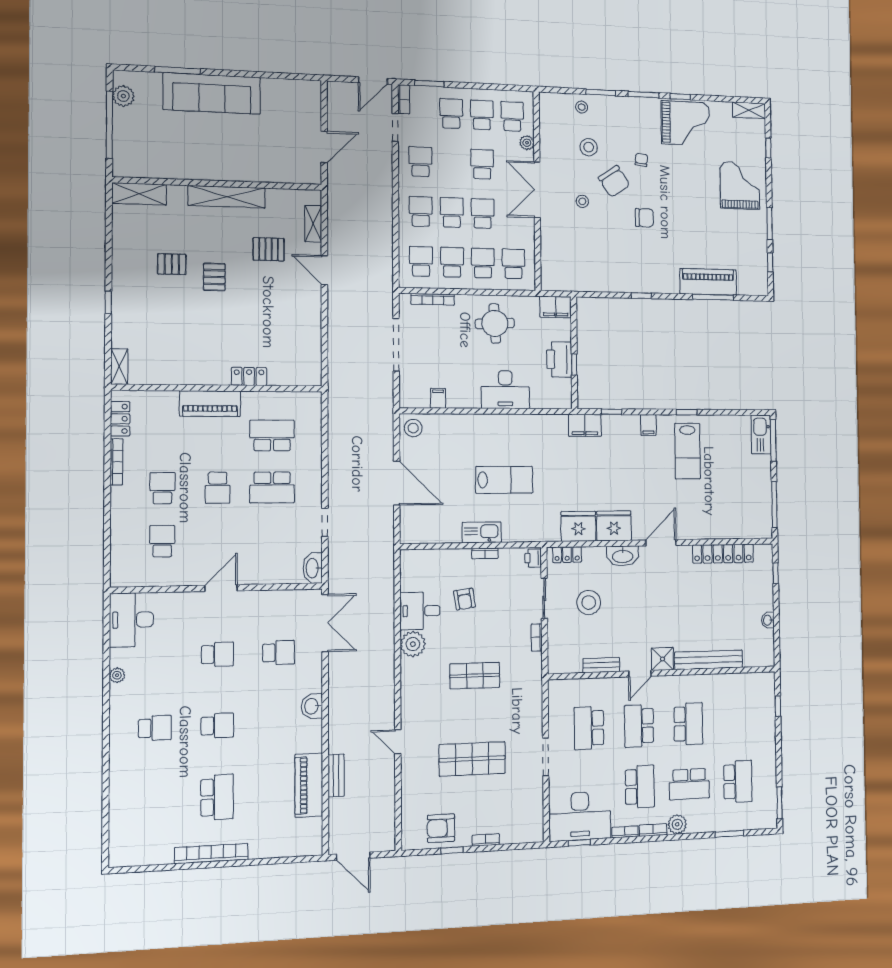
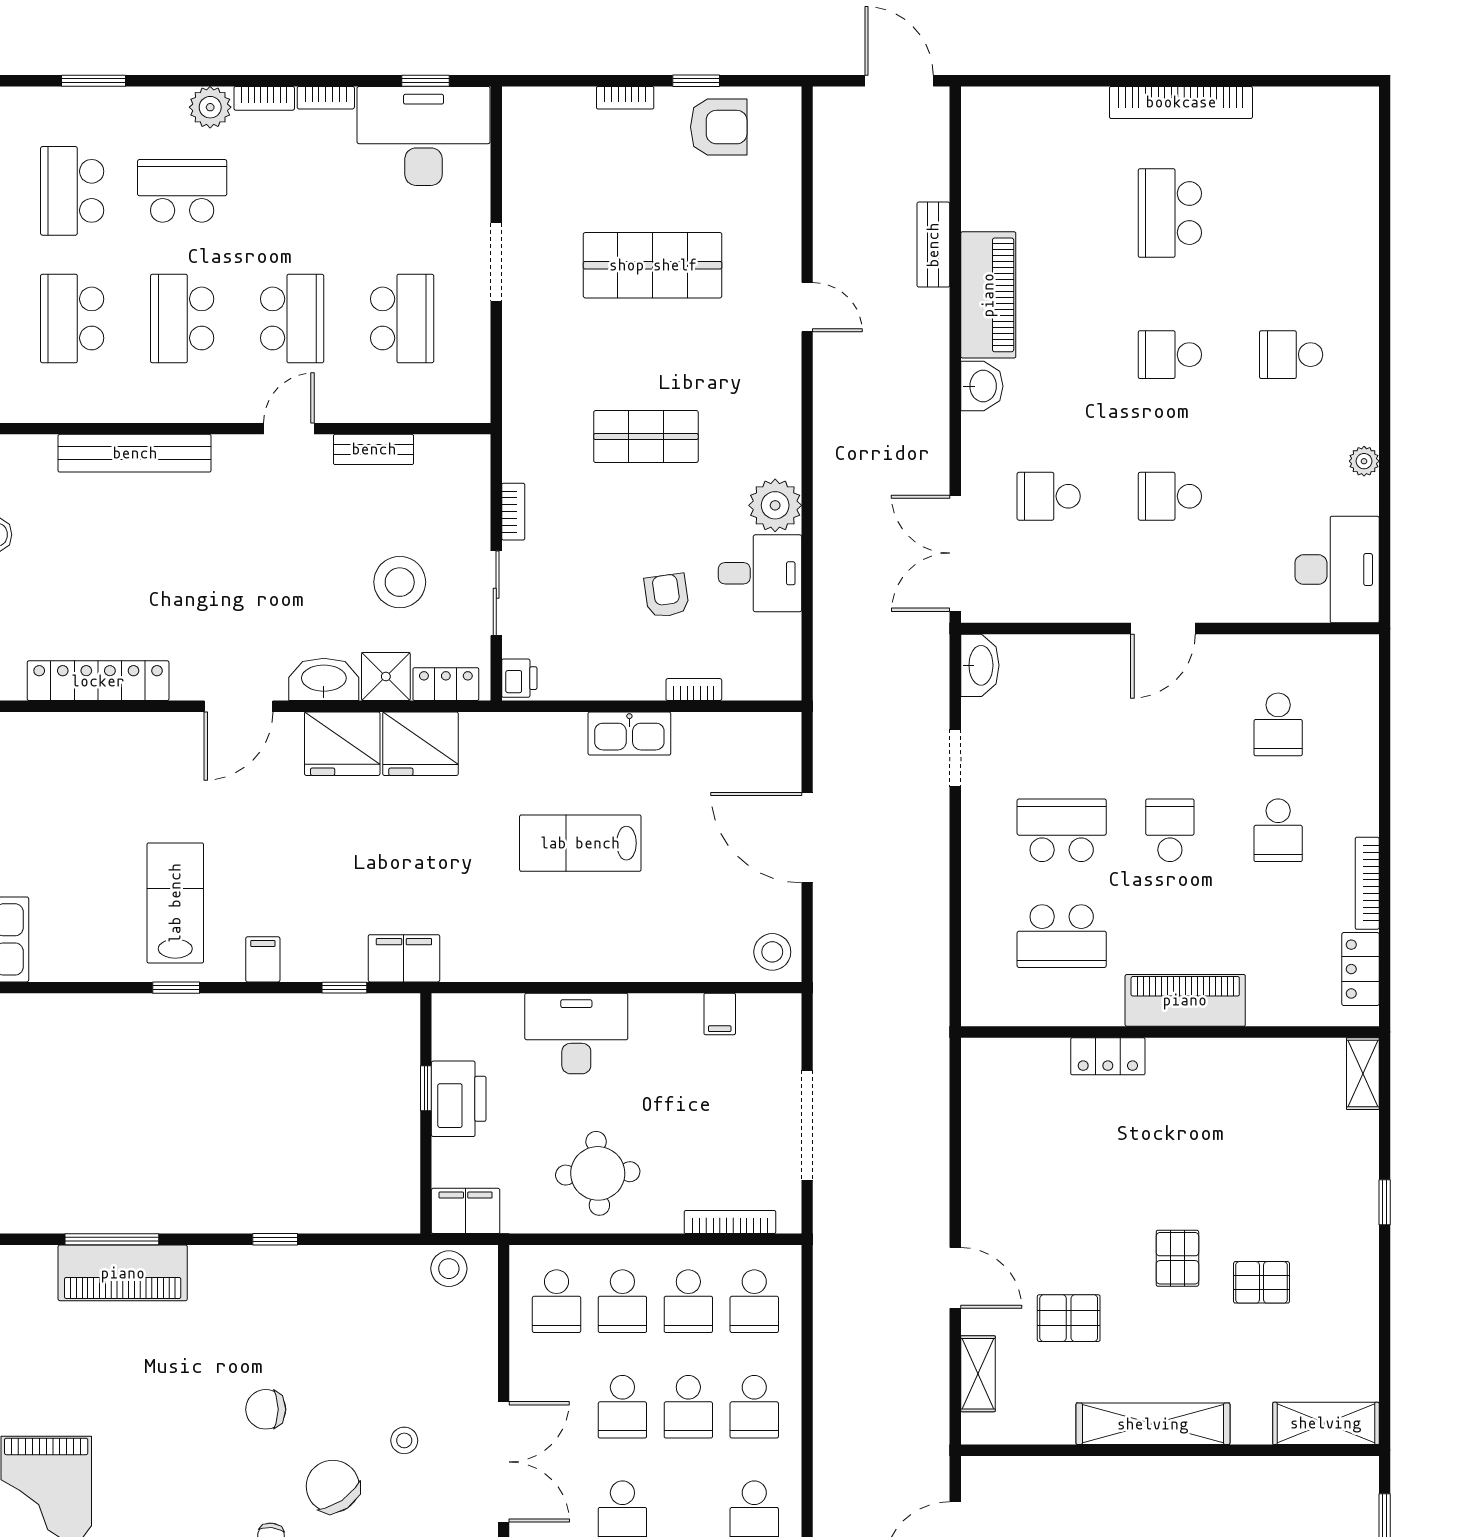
stool: (563, 280) -> (449, 1269), added
bookcase: (485, 553) -> (694, 690), moved
shower: (662, 659) -> (386, 677), moved
piano: (309, 785) -> (988, 295), moved
school desk: (640, 787) -> (72, 318), moved

